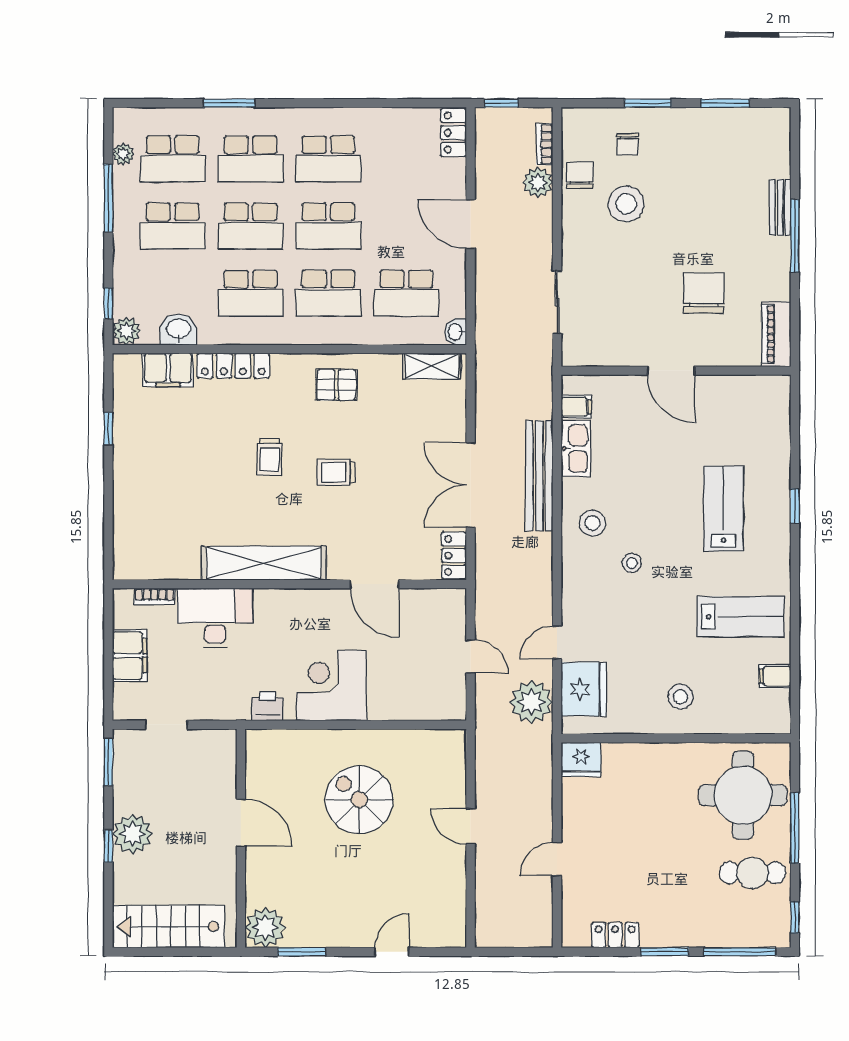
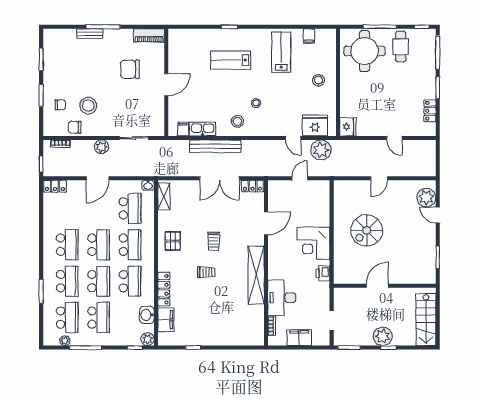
plant: (538, 182) -> (102, 147), moved
plant: (265, 927) -> (426, 197), moved

